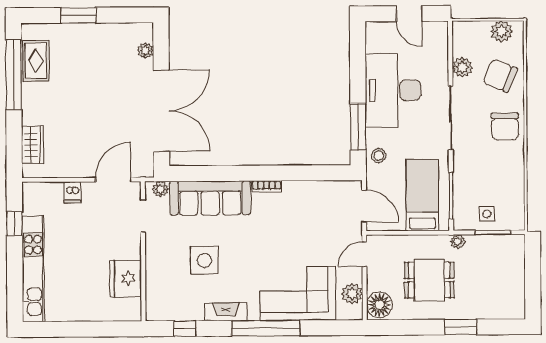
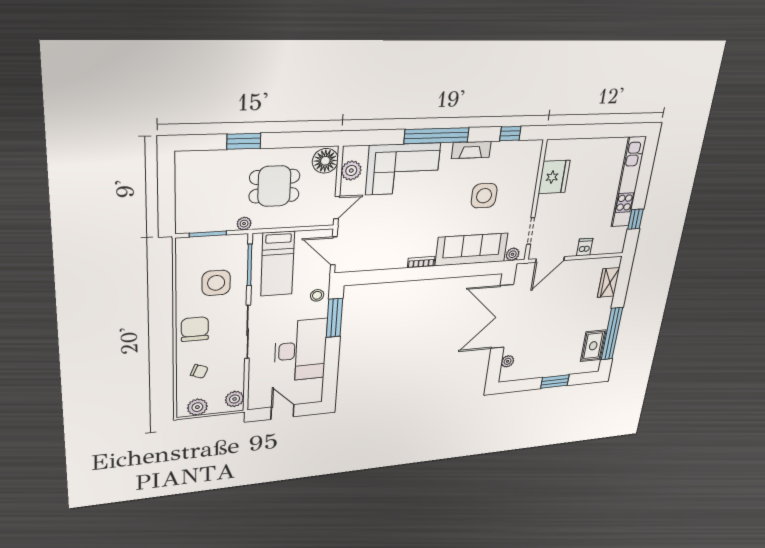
plant: (462, 67) -> (235, 399), moved
chair: (500, 76) -> (199, 371), width x0.54, depth x0.54
side table: (487, 214) -> (216, 283), moved, width x1.87, depth x1.87

